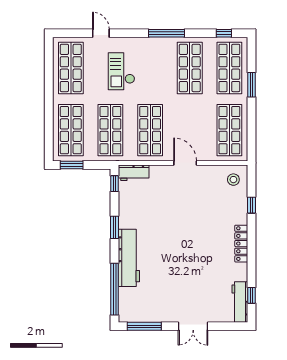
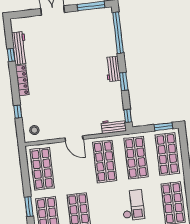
workbench: (129, 258) -> (113, 69), width x0.53, depth x0.76
window: (251, 295) -> (11, 55), moved
workbench: (240, 302) -> (20, 48), moved

